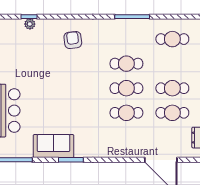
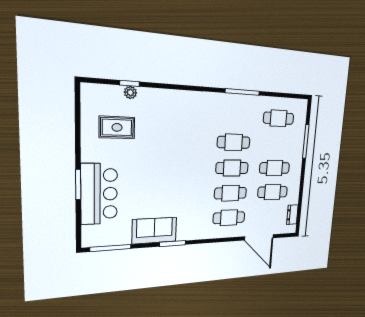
armchair: (73, 40) -> (179, 114), removed
rug: (19, 54) -> (117, 127), added
cafe table: (126, 137) -> (229, 218), added

